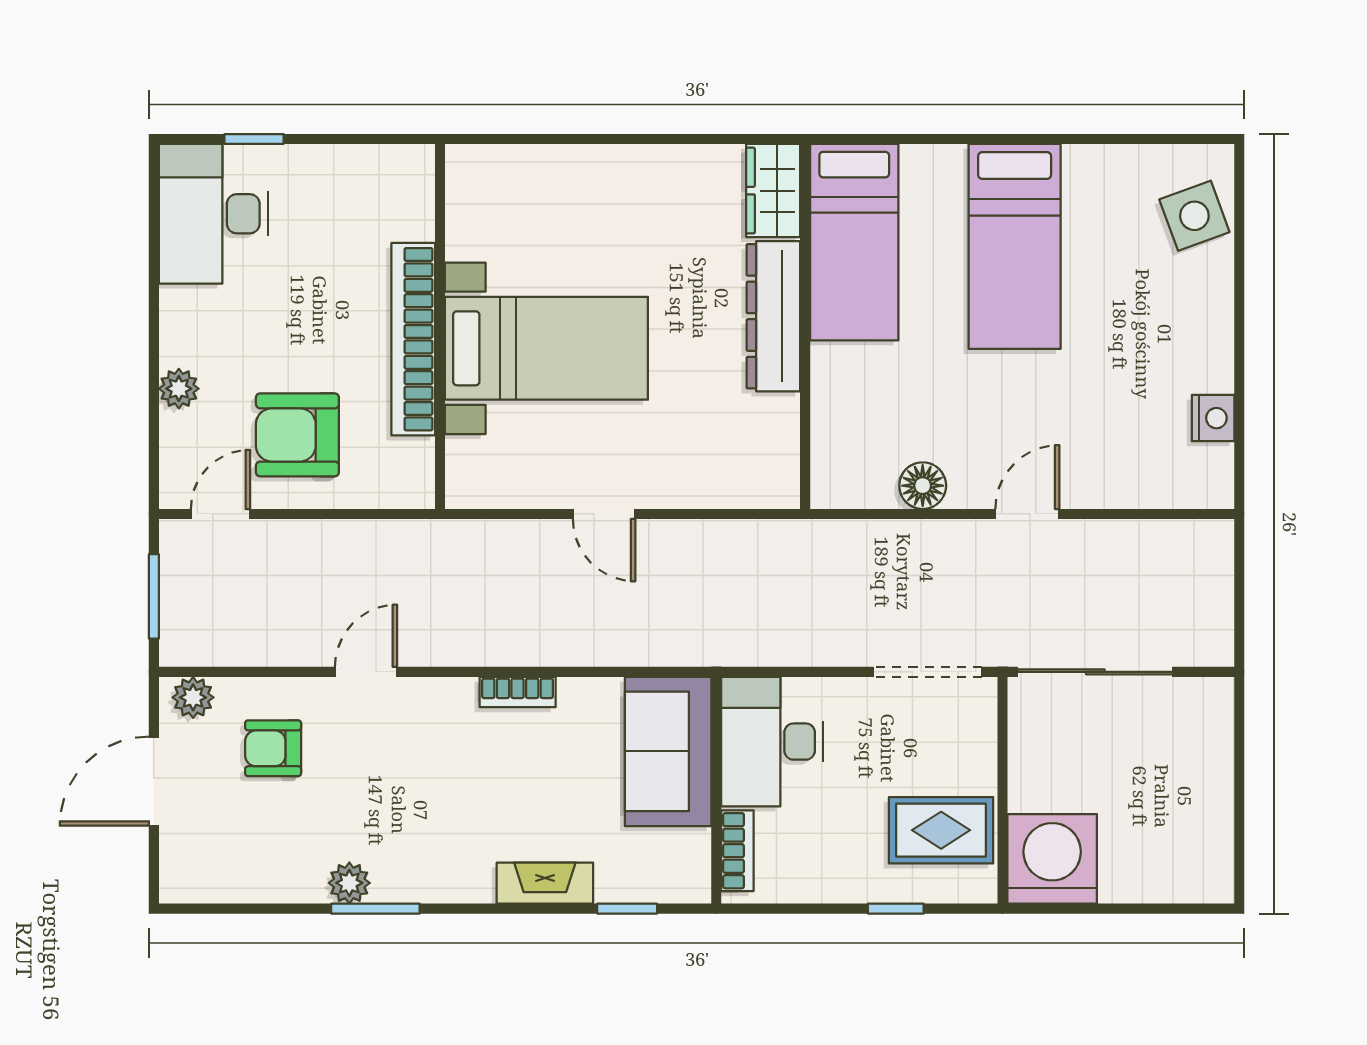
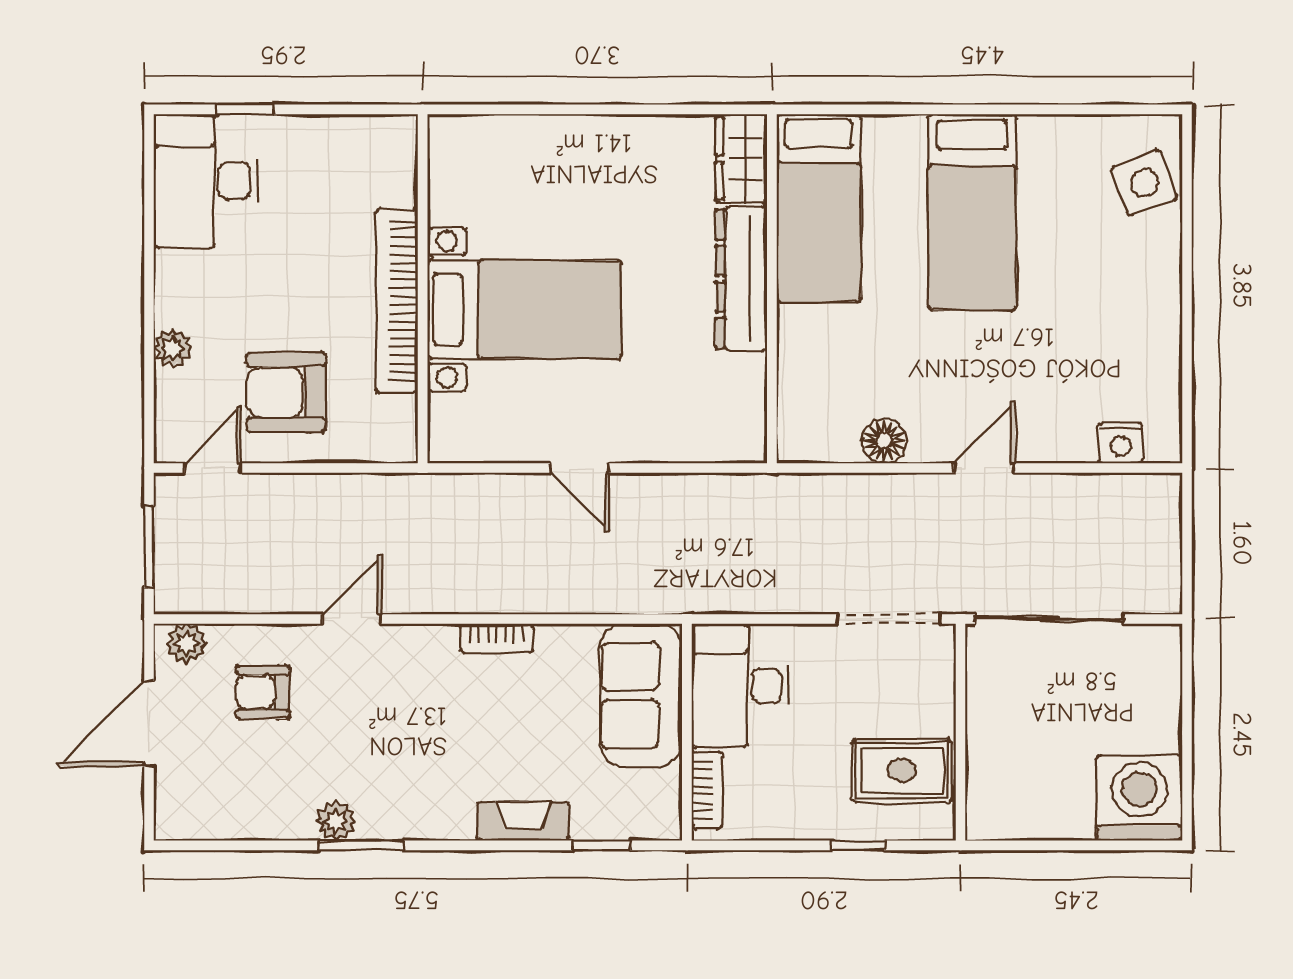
nightstand: (1213, 418) -> (1120, 443), moved, turned 90
washing machine: (1052, 859) -> (1139, 798), moved

